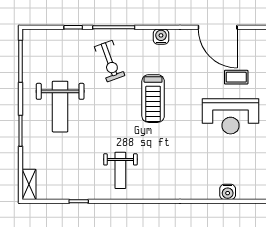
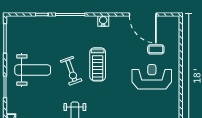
exercise bike: (110, 61) -> (71, 71), moved
weight bench: (60, 107) -> (33, 70), turned -90
reception desk: (231, 116) -> (152, 77), turned 180

